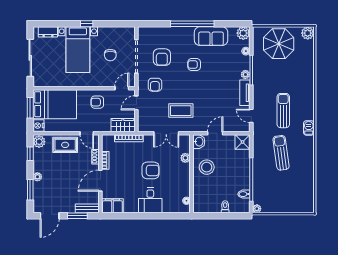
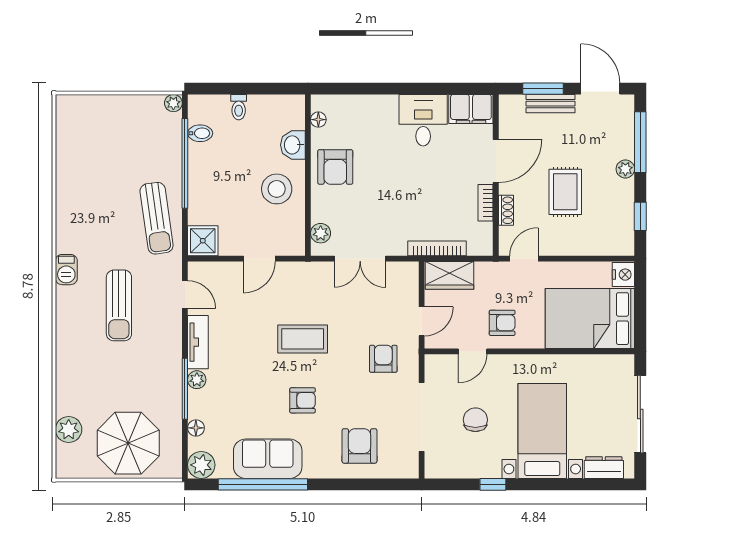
window: (87, 24) -> (493, 484), moved
window: (192, 24) -> (263, 484), moved
plant: (308, 33) -> (69, 430), moved
armchair: (162, 57) -> (359, 446), moved
door: (122, 88) -> (472, 351), moved
window: (30, 108) -> (640, 311), removed
coffee table: (181, 111) -> (303, 339), moved
door: (87, 133) -> (524, 259), hinge flipped
double door: (166, 133) -> (360, 259), swing flipped
plant: (39, 142) -> (622, 241), removed
washbasin: (199, 142) -> (293, 145), moved
rug: (65, 145) -> (565, 192), moved, turned 90
sun lounger: (281, 153) -> (157, 218), moved
plant: (185, 158) -> (321, 233), moved
armchair: (151, 170) -> (335, 167), moved, turned -90
window: (30, 190) -> (640, 142), width x1.44
desk: (150, 200) -> (423, 120), moved
bench: (87, 208) -> (551, 104), moved
door: (50, 216) -> (600, 89), hinge flipped

